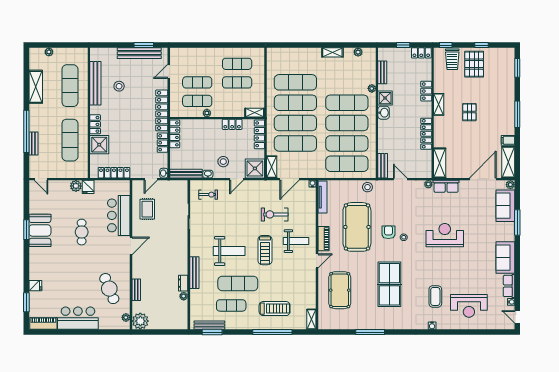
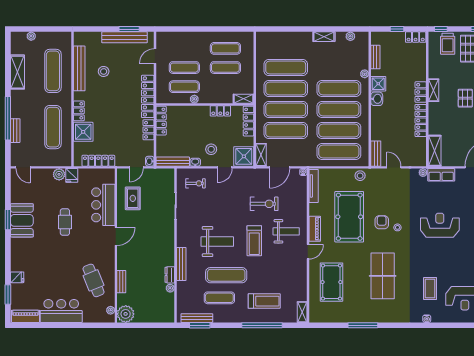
locker: (426, 91) -> (421, 92), moved
exercise bike: (275, 214) -> (264, 204), turned 180

